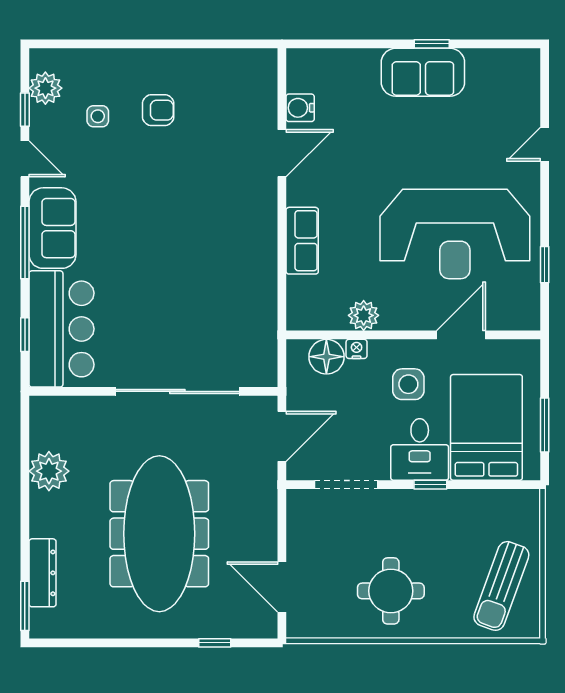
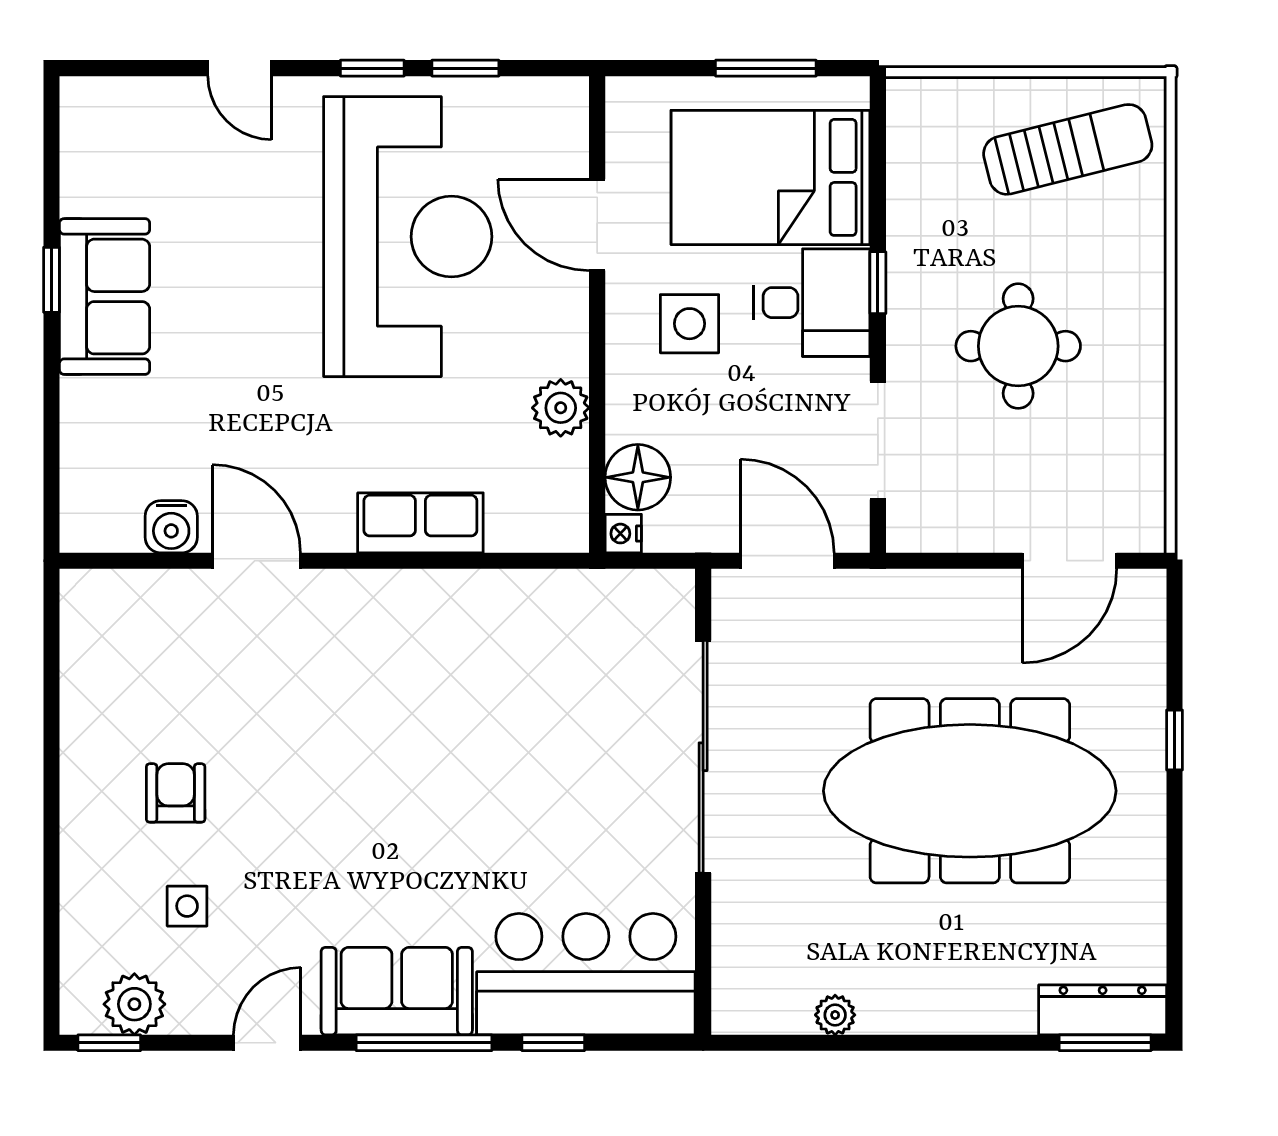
window: (25, 110) -> (109, 1043), moved
window: (545, 215) -> (372, 68), added
window: (25, 335) -> (553, 1043), moved
nightstand: (357, 349) -> (623, 534), moved
plant: (49, 471) -> (835, 1015), width x0.53, depth x0.53
dresser: (42, 573) -> (1103, 1010), moved
sun lounger: (501, 586) -> (1068, 149), turned -34
round table: (391, 591) -> (1018, 346), moved
window: (215, 643) -> (1175, 740), moved

